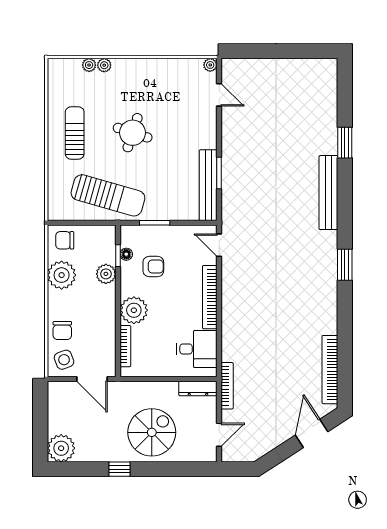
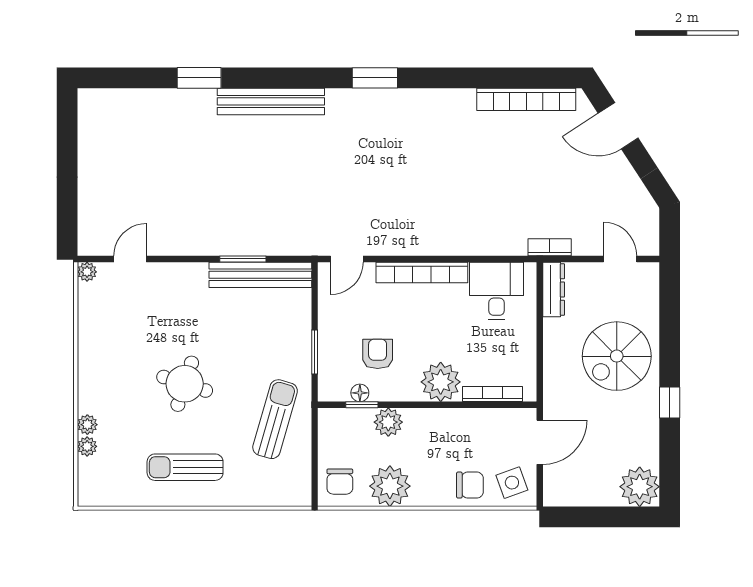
sun lounger: (108, 195) -> (275, 419), width x0.73, depth x0.75
bookcase: (227, 386) -> (550, 247), width x0.64
spiral stairs: (152, 432) -> (617, 356), turned -90

